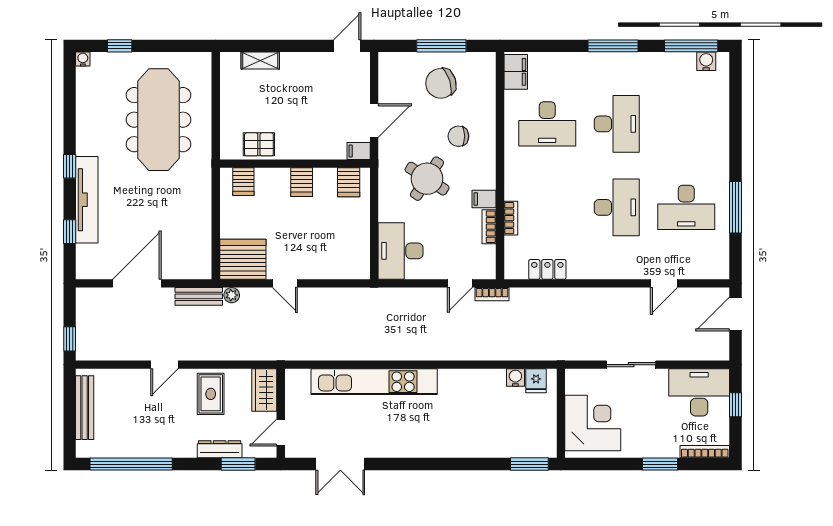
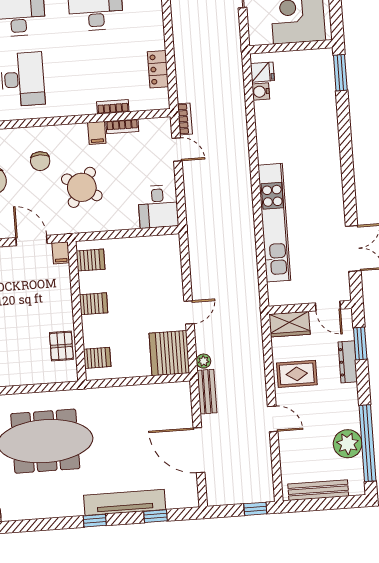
desk: (400, 251) -> (158, 207), width x0.73
plant: (132, 443) -> (348, 444), added

